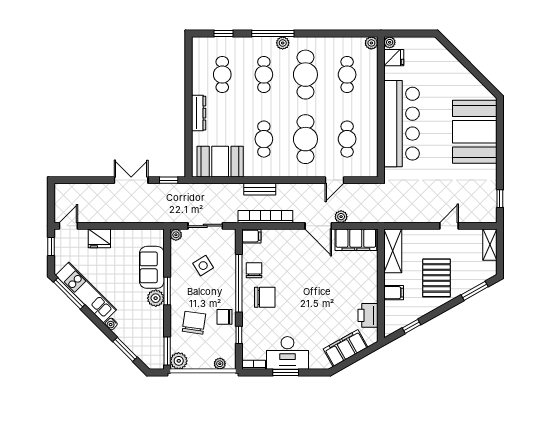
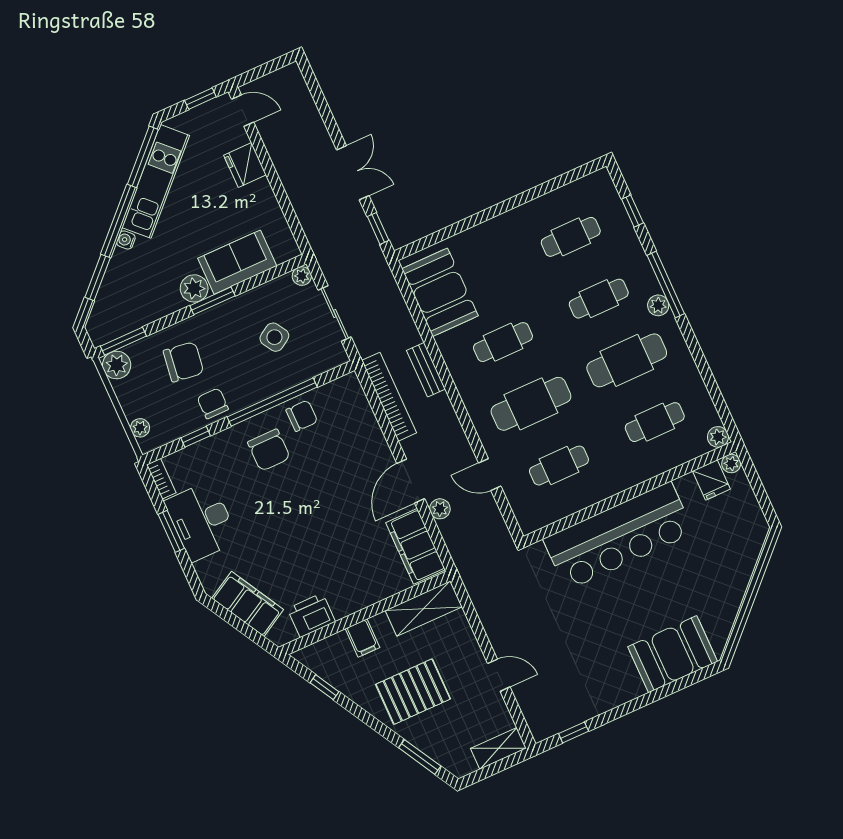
dresser: (199, 113) -> (498, 228), removed
booth: (475, 132) -> (673, 654), width x0.73, depth x0.70
filing cabinet: (251, 236) -> (351, 389), removed

